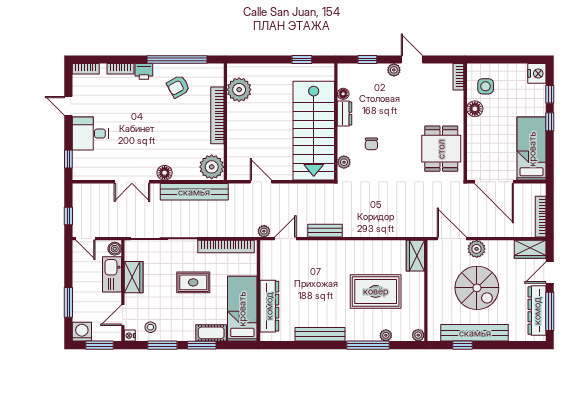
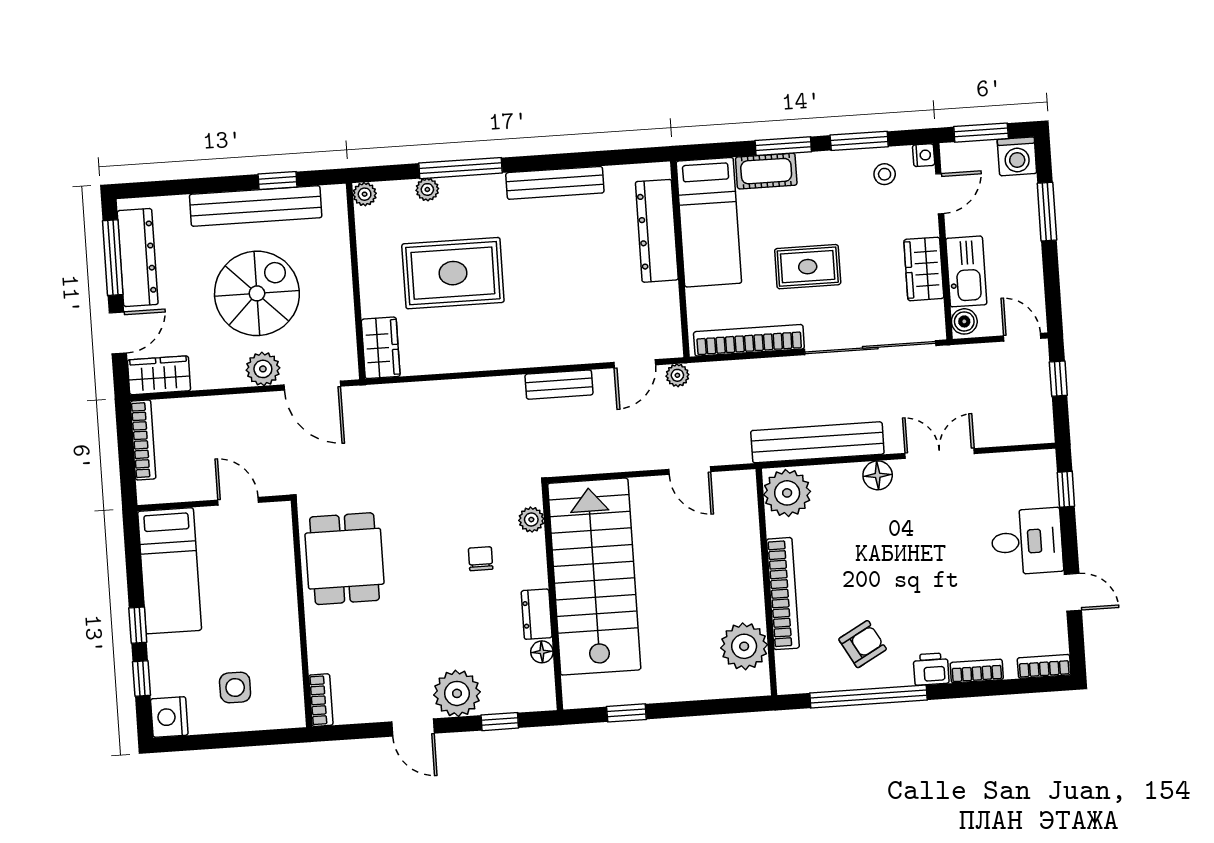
plant: (394, 70) -> (457, 693), width x1.88, depth x1.88
side table: (486, 86) -> (235, 688), moved
floor lamp: (475, 109) -> (285, 640), removed
door: (494, 182) -> (238, 501), width x0.53
spiral stairs: (477, 288) -> (257, 293), turned 90

